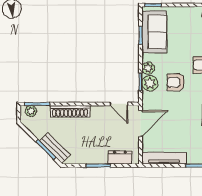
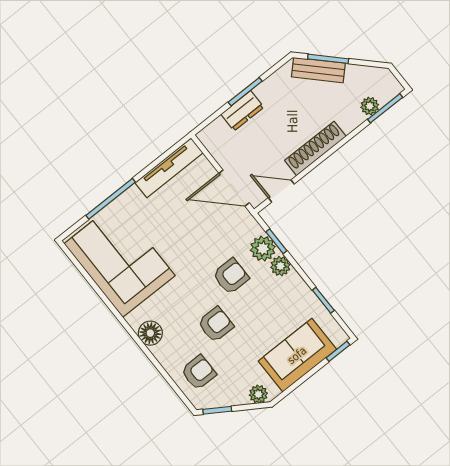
sofa: (154, 32) -> (297, 355), moved, turned 90
plant: (31, 111) -> (370, 106), moved
shoe rack: (70, 111) -> (315, 148), moved
door: (141, 123) -> (234, 188), hinge flipped
dresser: (120, 158) -> (242, 111), moved

